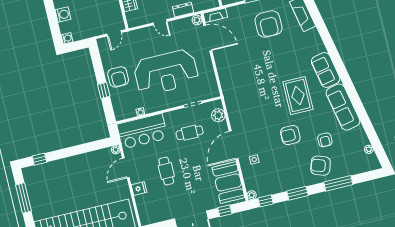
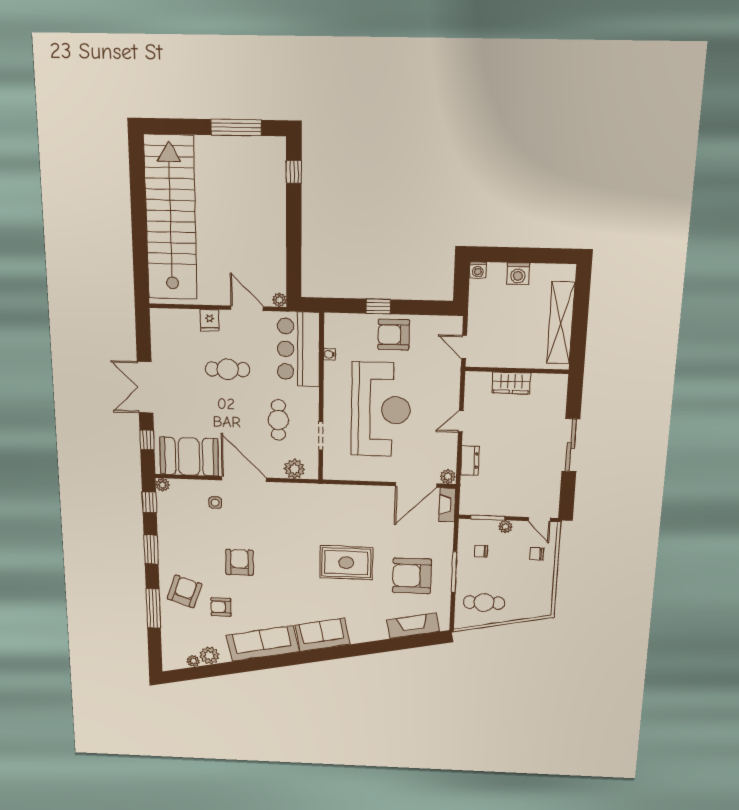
reception desk: (166, 72) -> (381, 410), turned 180
rug: (298, 96) -> (346, 563), moved
plant: (362, 140) -> (209, 656), added

